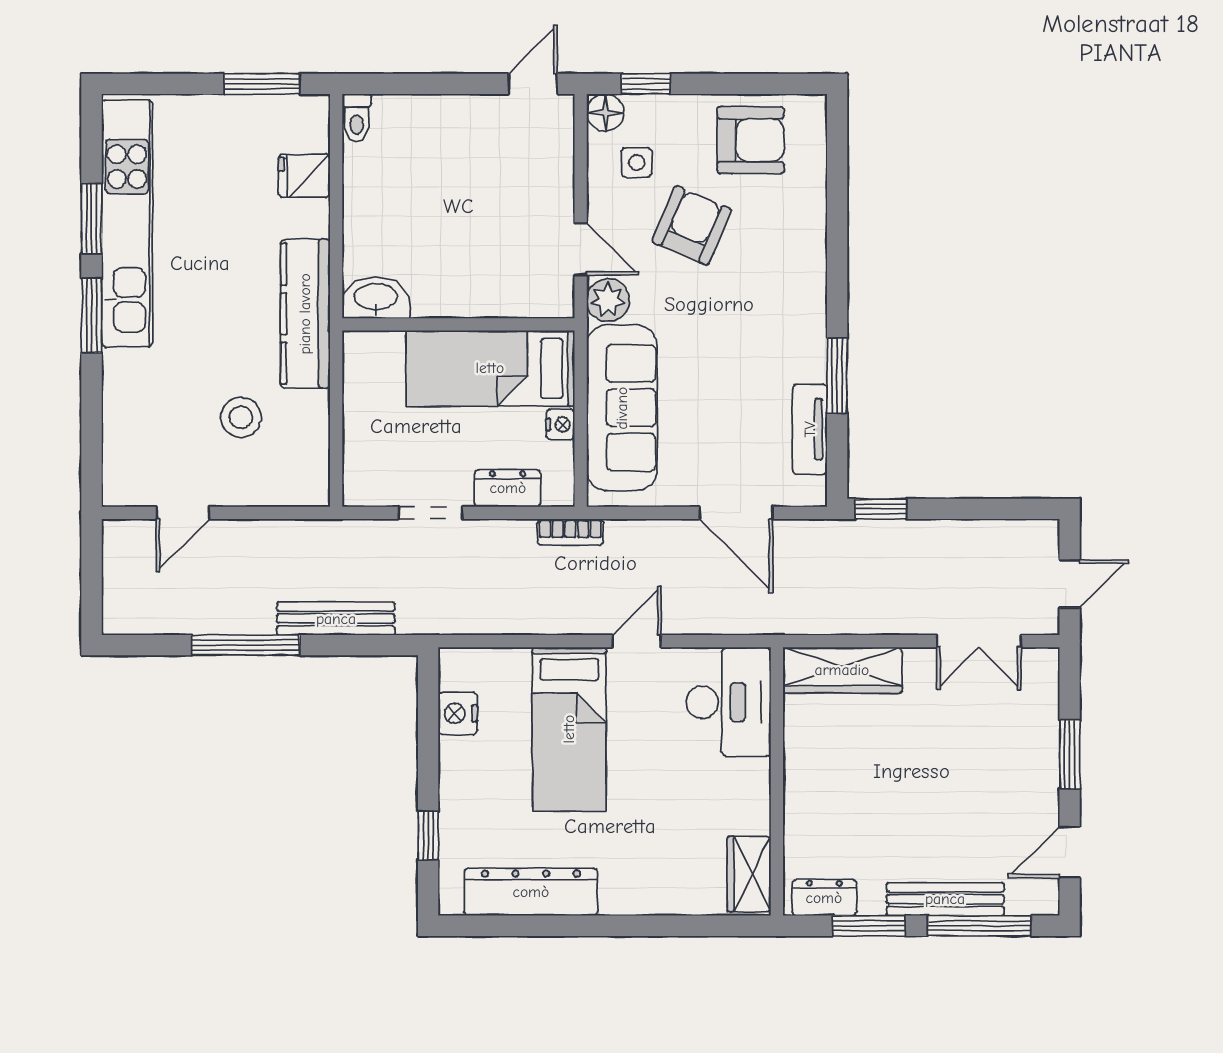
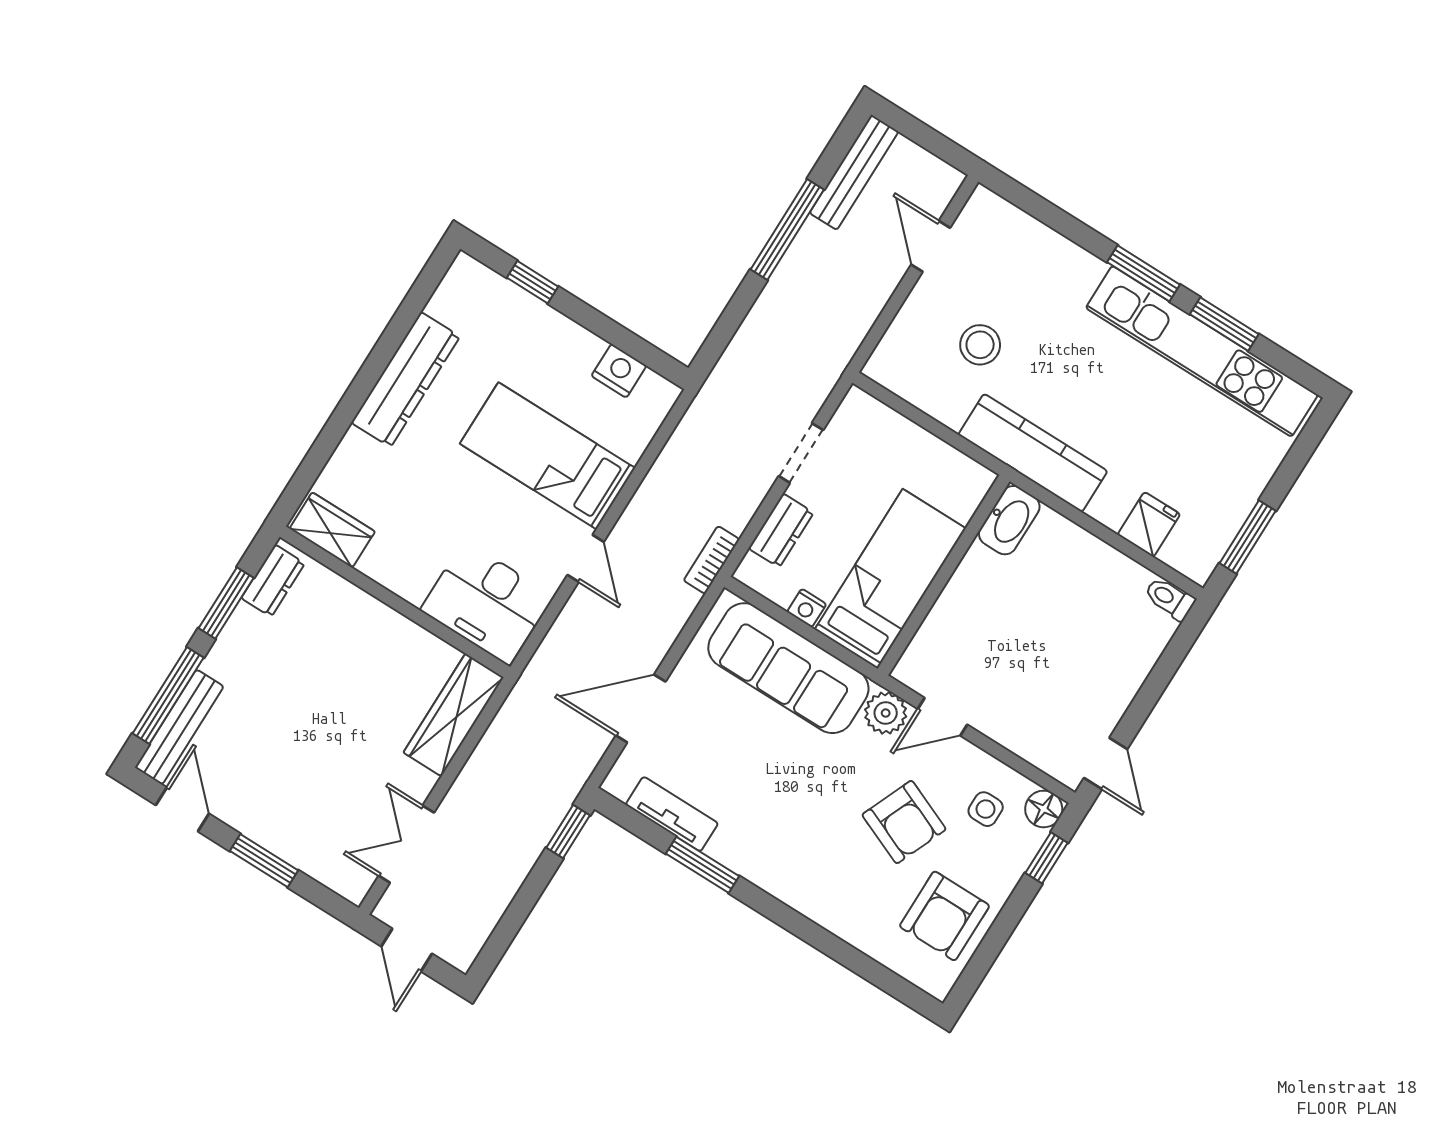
bench: (336, 619) -> (854, 172), moved
dresser: (531, 892) -> (406, 380), moved
bench: (945, 899) -> (179, 727), moved

